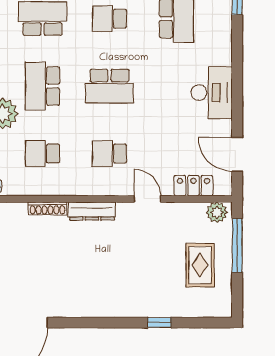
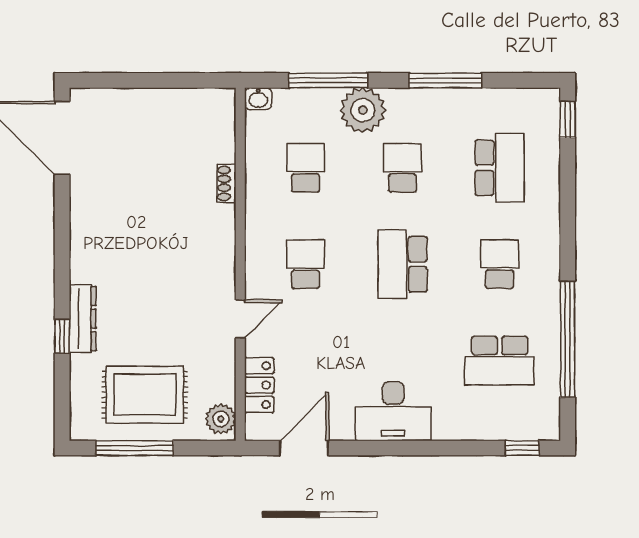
school desk: (43, 86) -> (403, 168), width x0.54
shoe rack: (47, 208) -> (226, 183), width x0.70
dresser: (92, 211) -> (83, 319), moved, turned 180
window: (237, 245) -> (135, 448), moved
rug: (200, 265) -> (145, 395), width x1.36, depth x1.43

